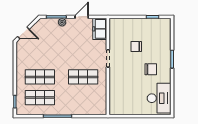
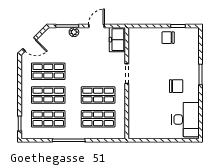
chair: (136, 47) -> (168, 38), moved
shop shelf: (40, 56) -> (48, 71), added
shop shelf: (83, 98) -> (98, 119), added

